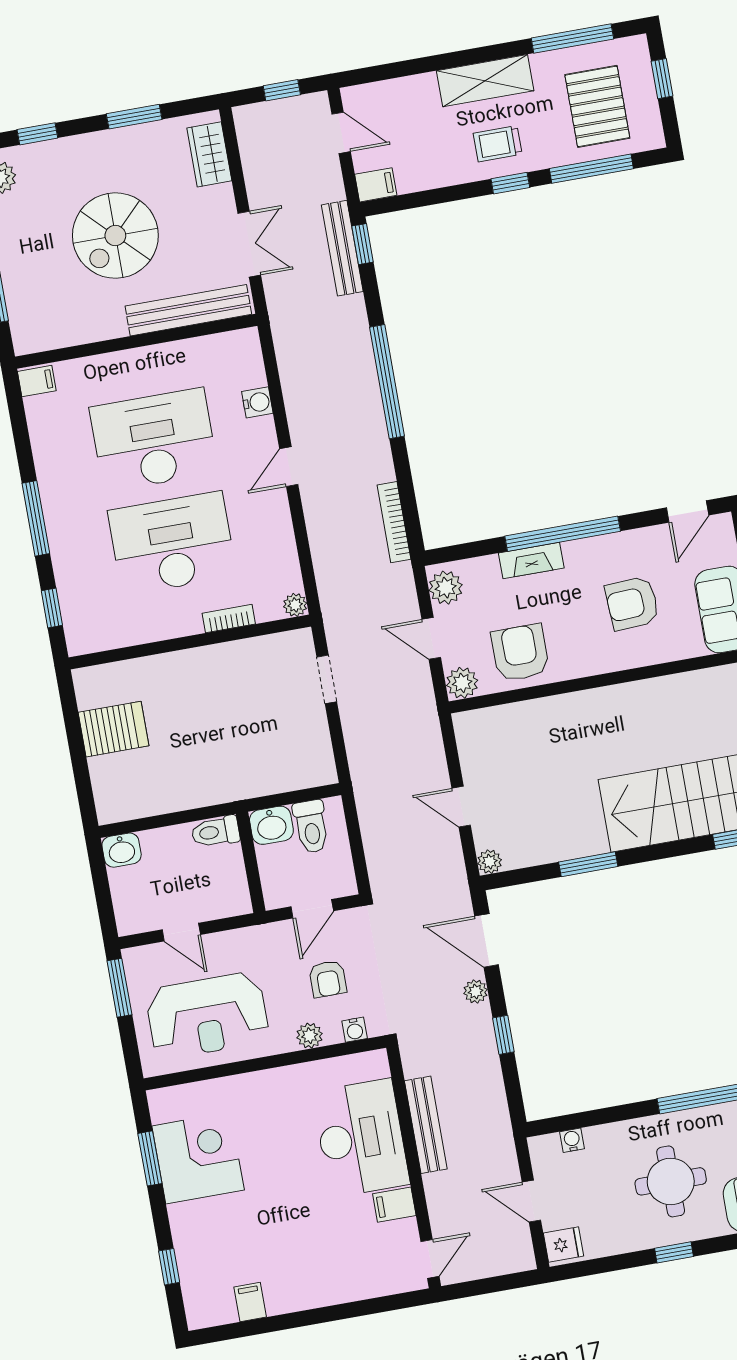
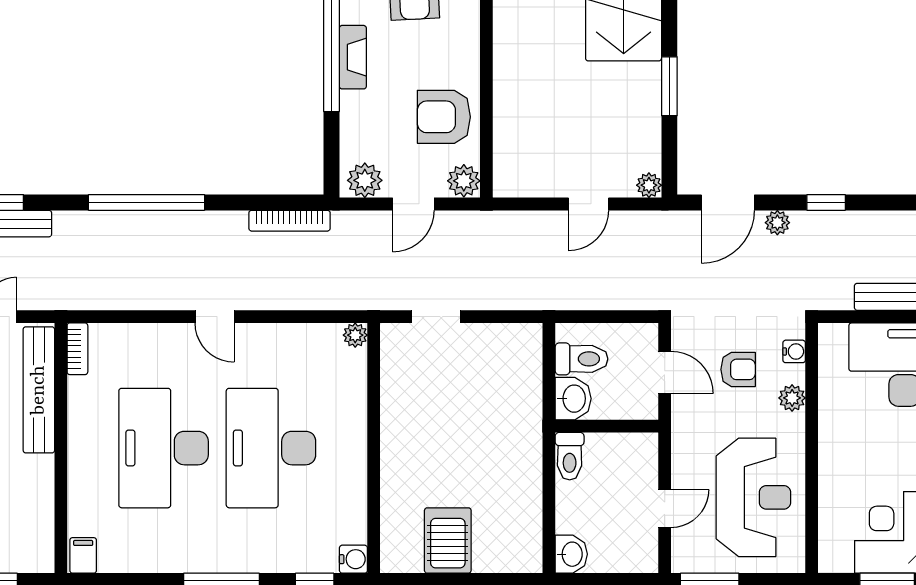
water cooler: (257, 402) -> (353, 559), moved, turned 90
fireplace: (531, 560) -> (353, 57), moved
bookcase: (229, 619) -> (77, 349), moved, turned 180

